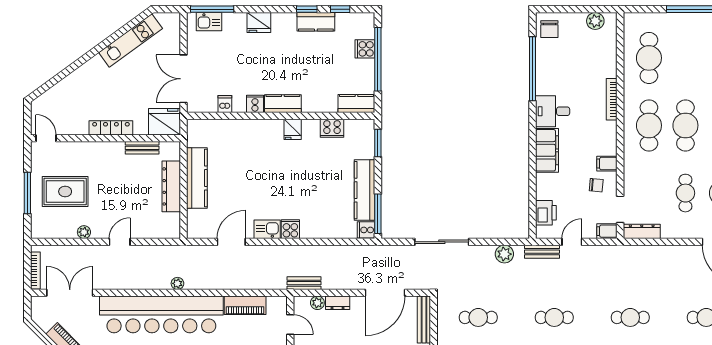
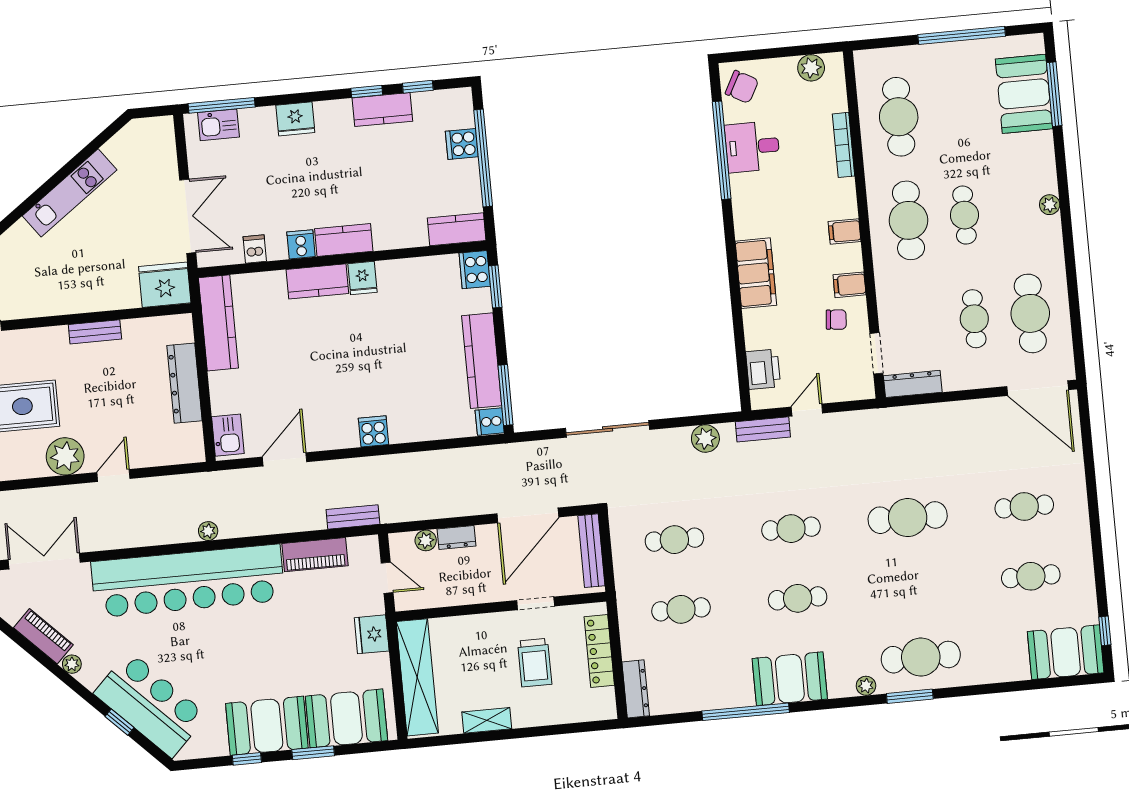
chair: (549, 29) -> (742, 87), turned -62
kitchen unit: (131, 41) -> (70, 193), moved
double door: (184, 79) -> (188, 216), swing flipped
bookcase: (612, 99) -> (844, 145), moved
desk: (553, 111) -> (752, 147), moved
cafe table: (685, 125) -> (964, 215), width x0.73, depth x0.74
locker: (111, 128) -> (84, 302), removed
cooker: (332, 128) -> (475, 270), moved, turned 90
kitchen counter: (263, 129) -> (317, 281), added
bench: (142, 148) -> (95, 332), moved
kitchen counter: (197, 178) -> (218, 323), moved
kitchen sink: (267, 229) -> (228, 435), moved, turned 90
filing cabinet: (607, 231) -> (845, 232), moved
plant: (84, 232) -> (65, 456), width x1.87, depth x1.87
bench: (304, 283) -> (353, 517), moved
cafe table: (630, 317) -> (908, 518), width x1.37, depth x1.35

